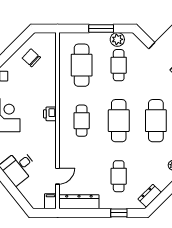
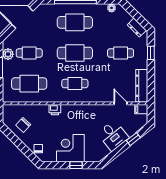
printer: (50, 114) -> (55, 110), moved
window: (14, 192) -> (133, 139), added

